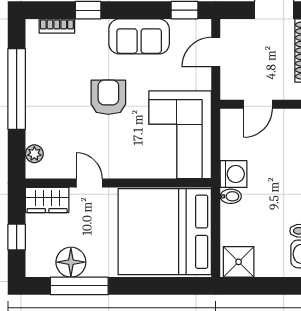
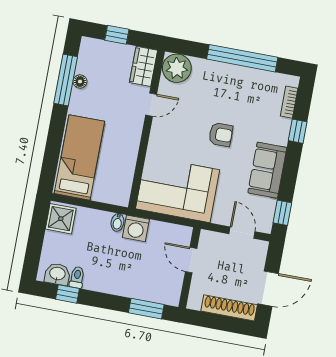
armchair: (108, 97) -> (221, 135), width x0.72, depth x0.72
plant: (34, 154) -> (177, 68), width x1.88, depth x1.88
bed: (165, 232) -> (79, 157), width x0.49
floor lamp: (71, 262) -> (80, 82), width x0.53, depth x0.53

